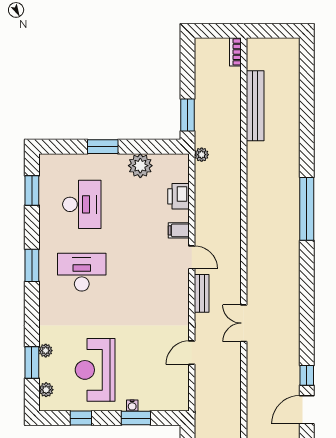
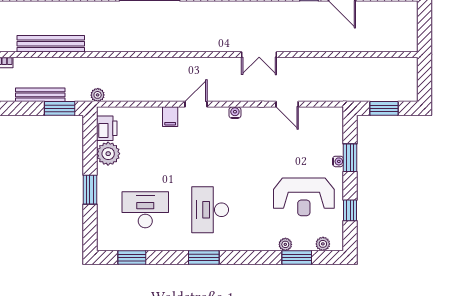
printer: (179, 196) -> (107, 128), moved, turned -90
bench: (202, 293) -> (40, 95), moved, width x1.36
water cooler: (183, 298) -> (235, 113), added

